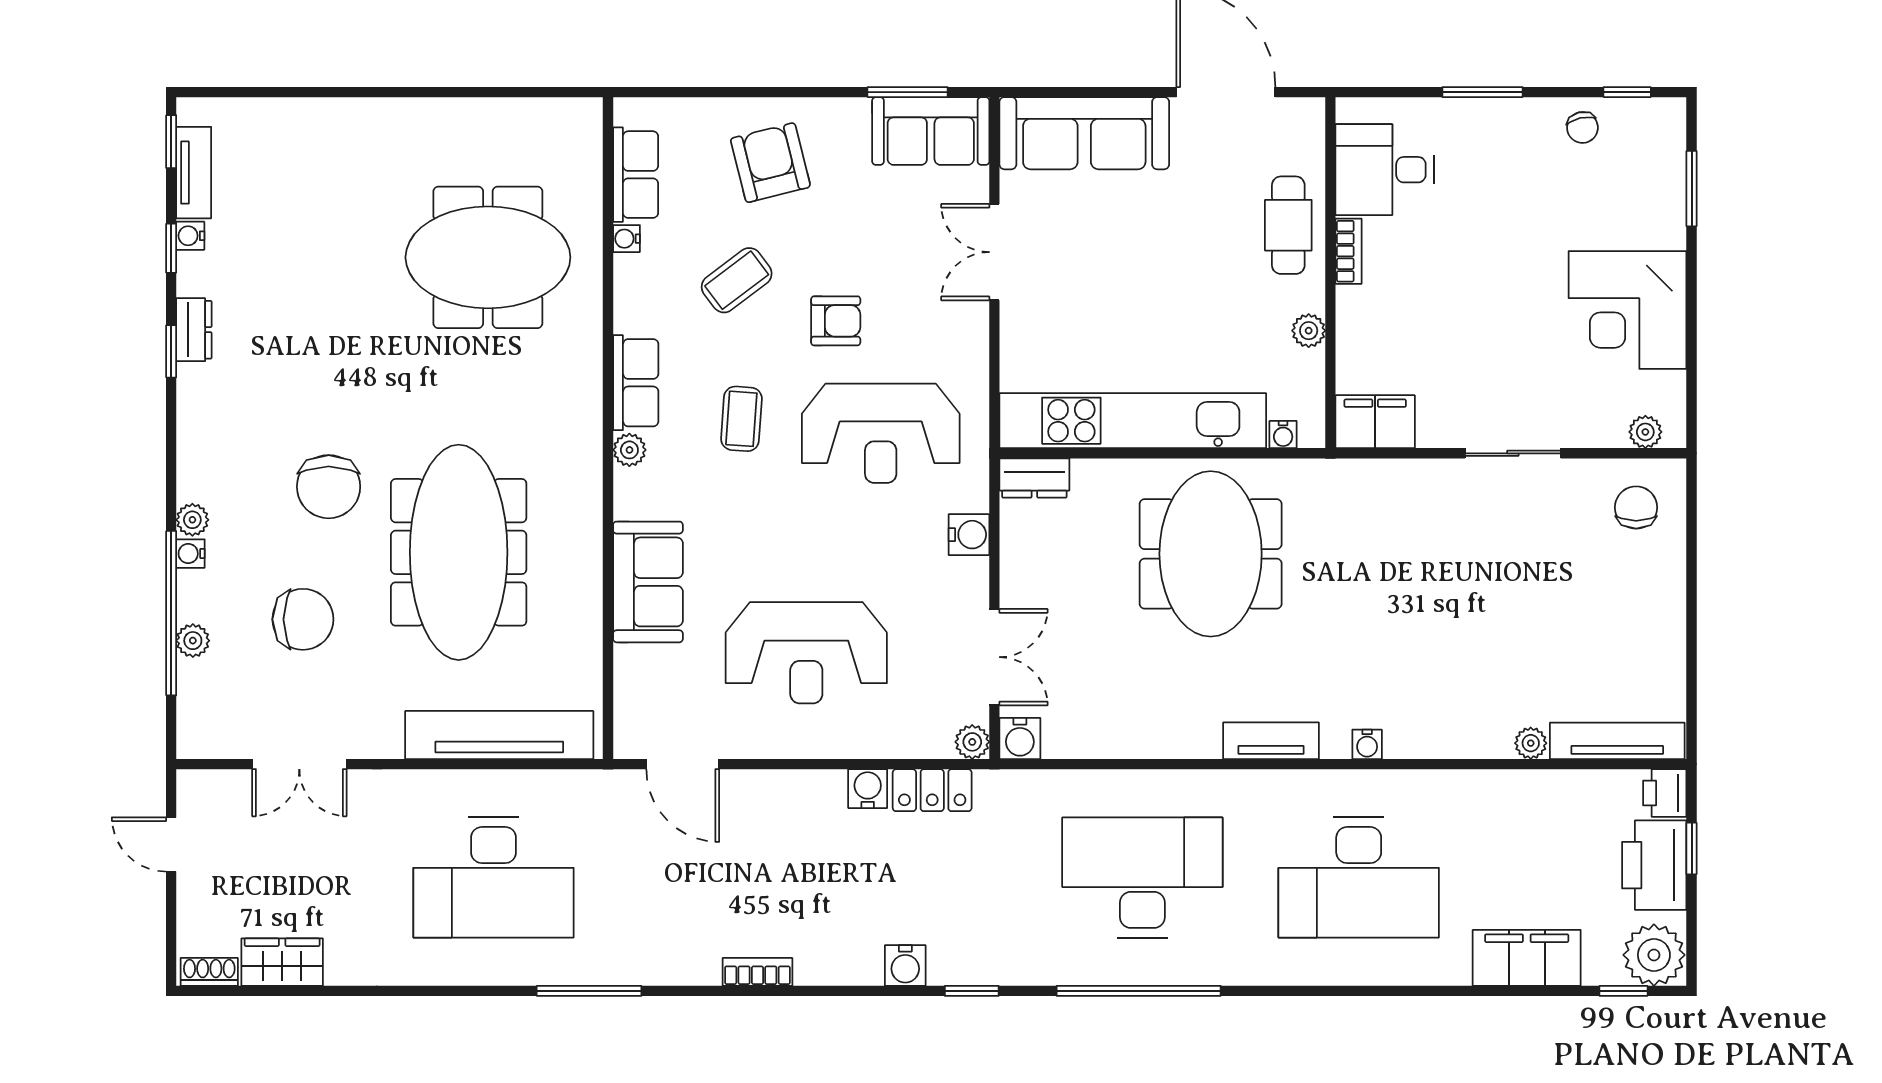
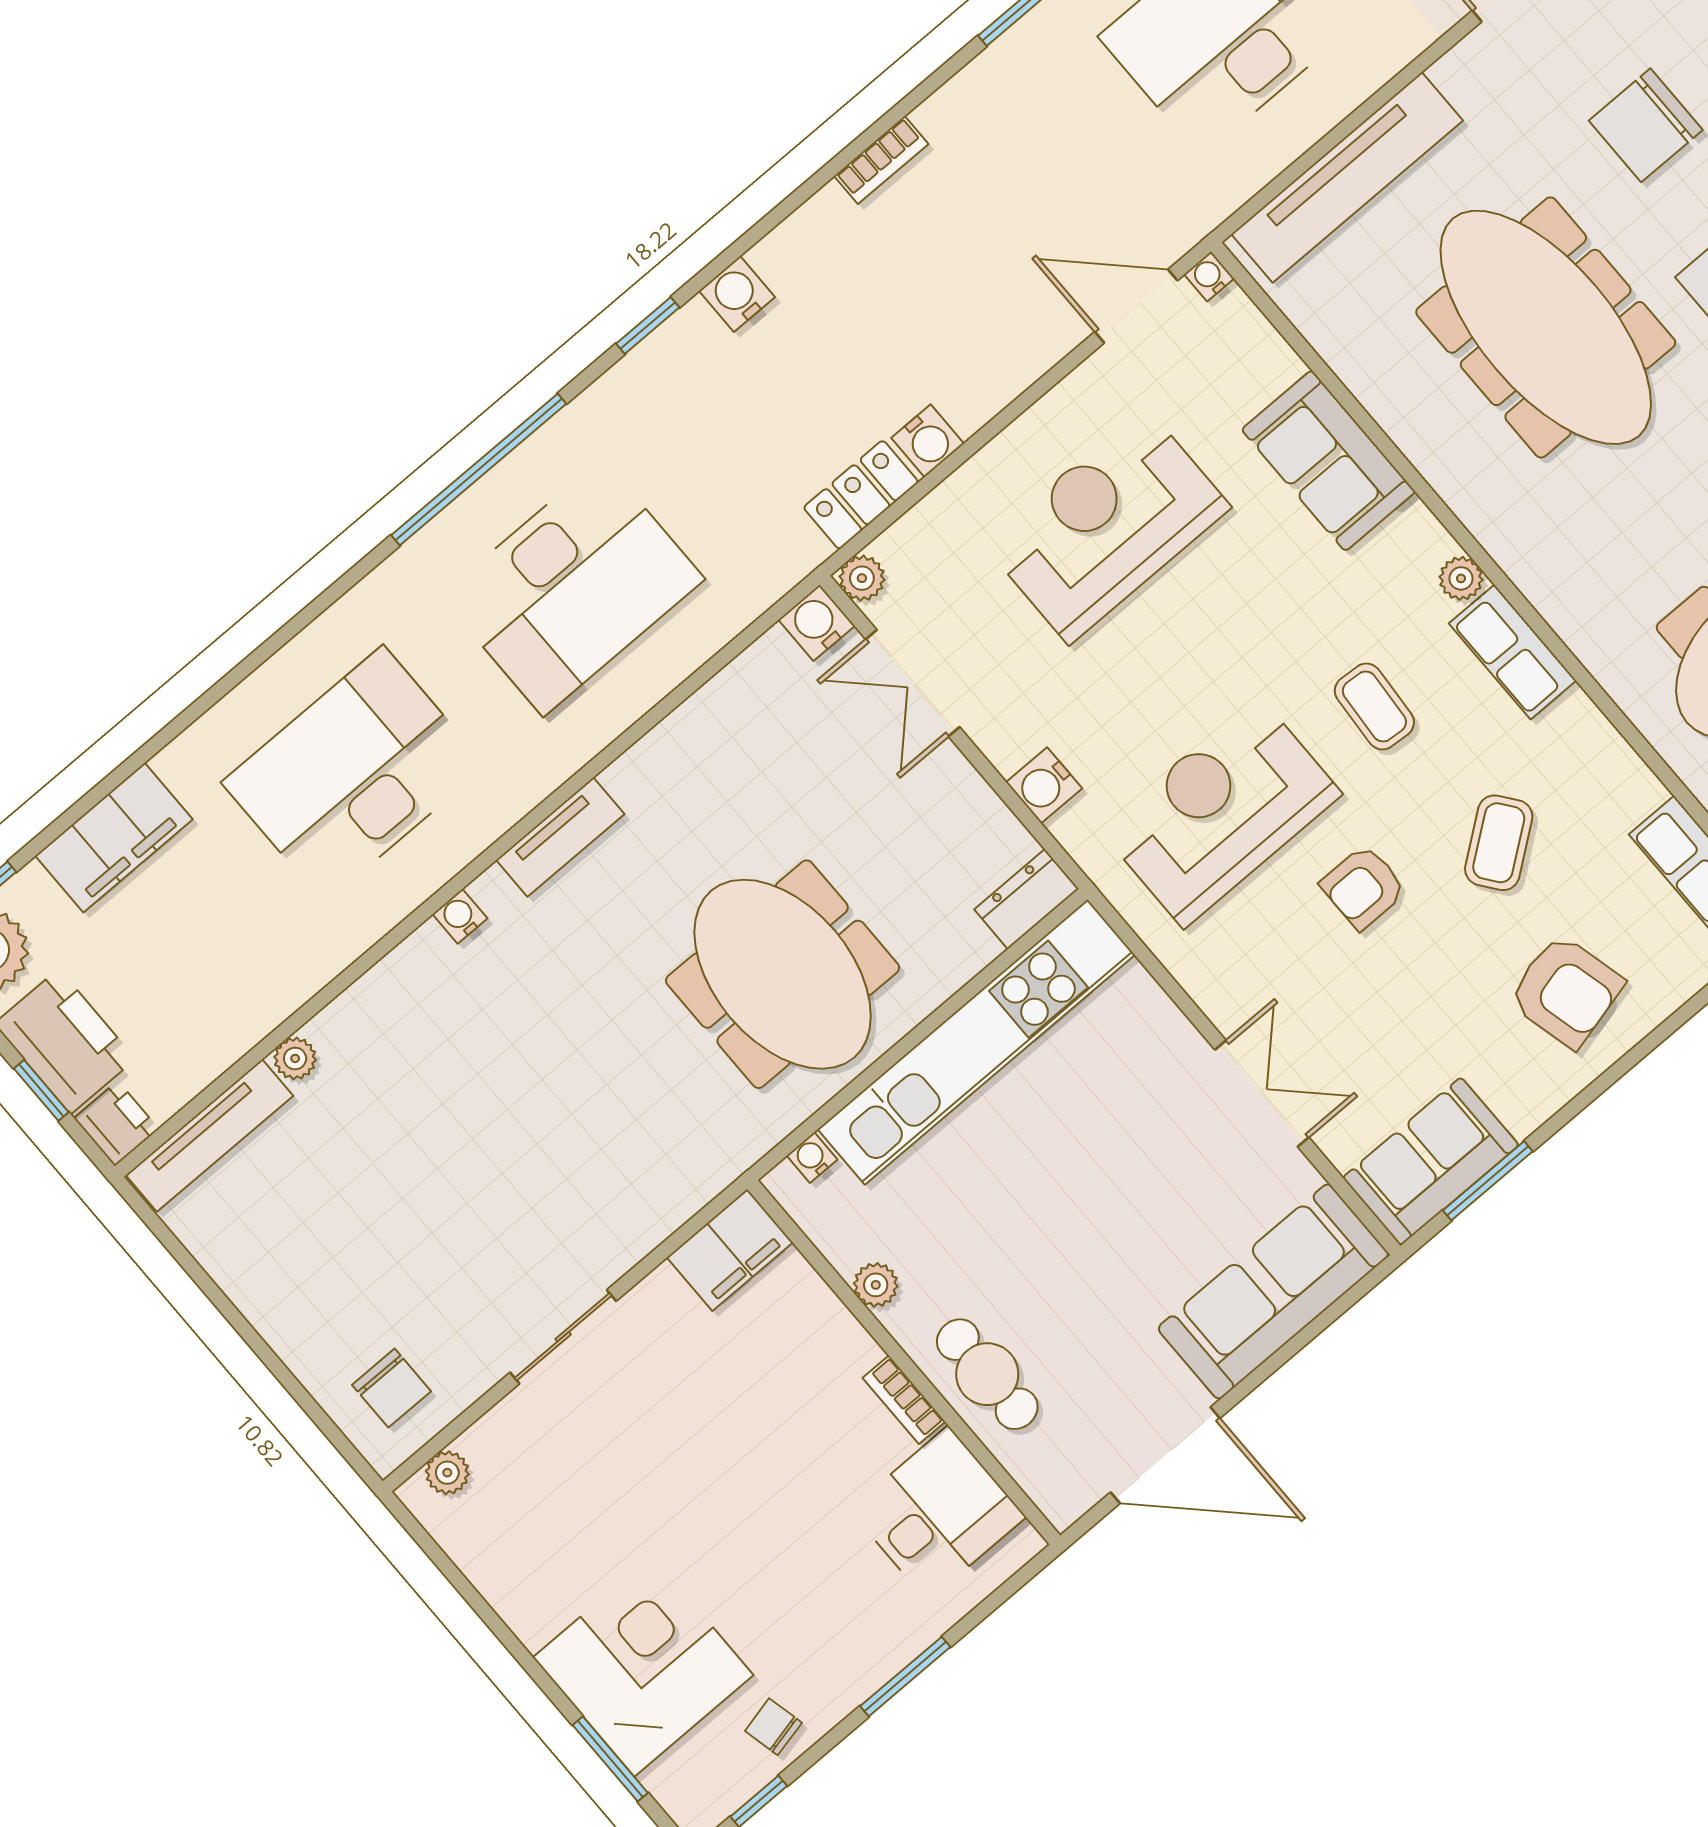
water cooler: (626, 239) -> (1209, 276), moved, turned -90
corner desk: (1628, 310) -> (643, 1666), moved

